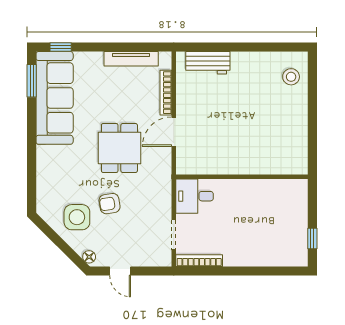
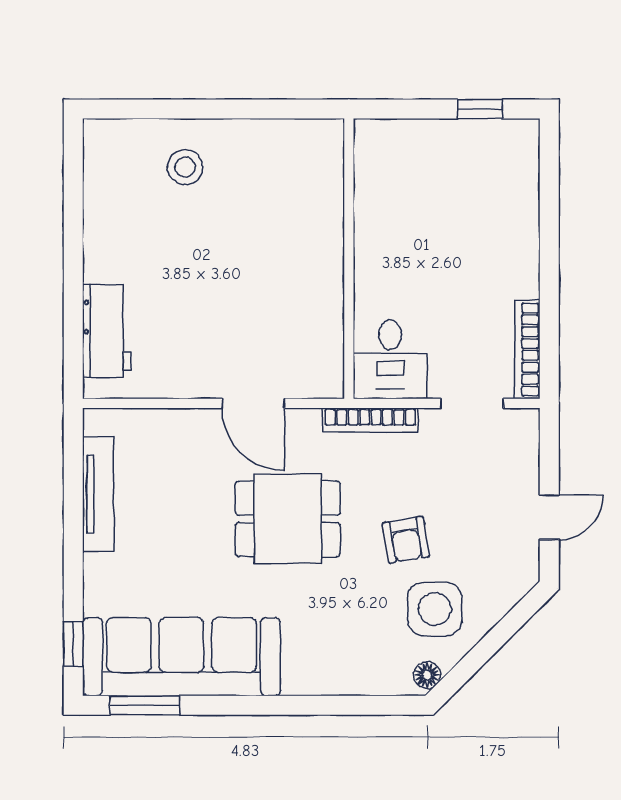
stool: (291, 77) -> (185, 167), moved
bookcase: (166, 93) -> (370, 420), moved
floor lamp: (89, 257) -> (427, 675), moved

